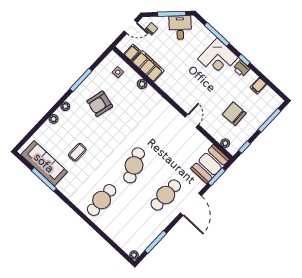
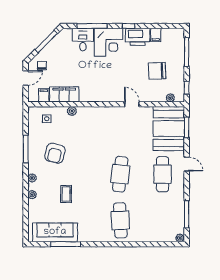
desk: (180, 28) -> (83, 40), moved, turned 45
printer: (241, 68) -> (138, 37), width x1.87, depth x1.48
coffee table: (77, 152) -> (66, 194), moved
booth: (210, 164) -> (169, 129), width x1.36, depth x1.42
cafe table: (134, 165) -> (120, 174), turned 30
door: (191, 204) -> (187, 164), width x0.53

